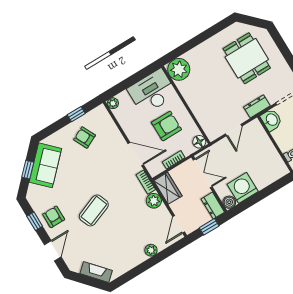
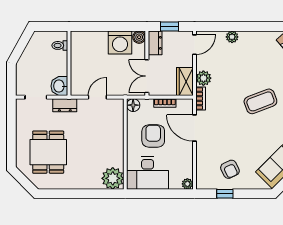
armchair: (166, 126) -> (153, 136), turned 90

